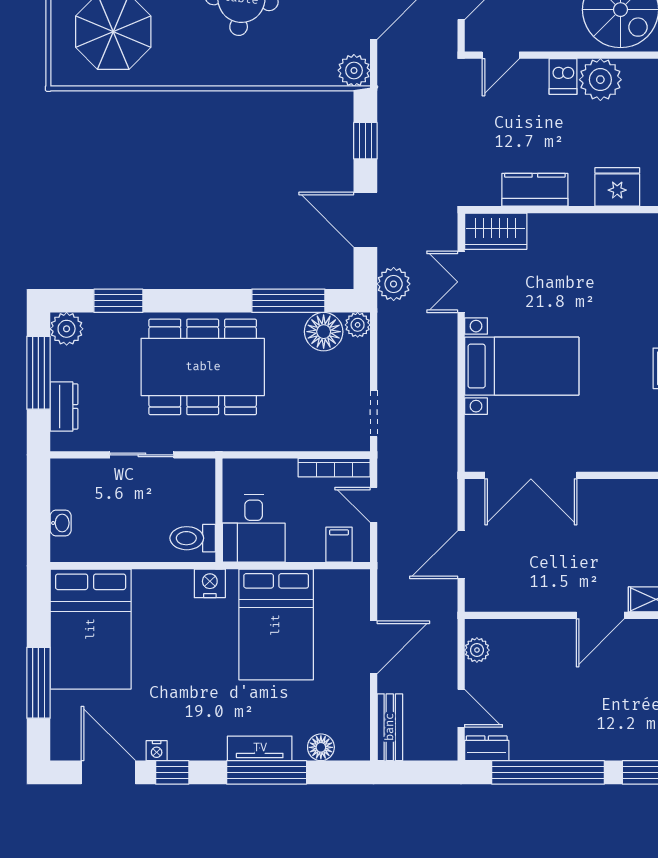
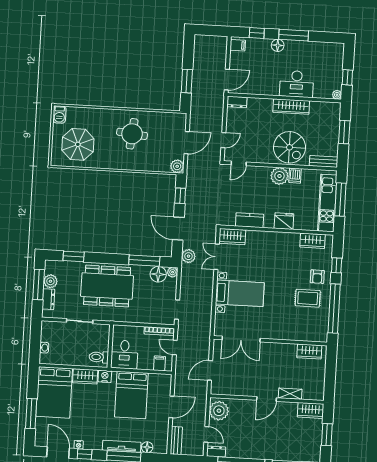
dishwasher: (563, 76) -> (295, 176), moved
plant: (67, 329) -> (50, 281), moved
wardrobe: (163, 586) -> (85, 376), added
plant: (477, 650) -> (219, 411), width x1.87, depth x1.87
tv unit: (260, 748) -> (122, 446), width x1.41

